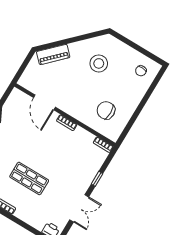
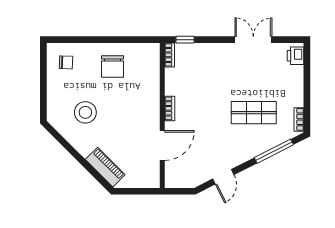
chair: (106, 110) -> (113, 67), moved
shop shelf: (29, 178) -> (254, 113), turned 90
window: (97, 179) -> (185, 40), moved

